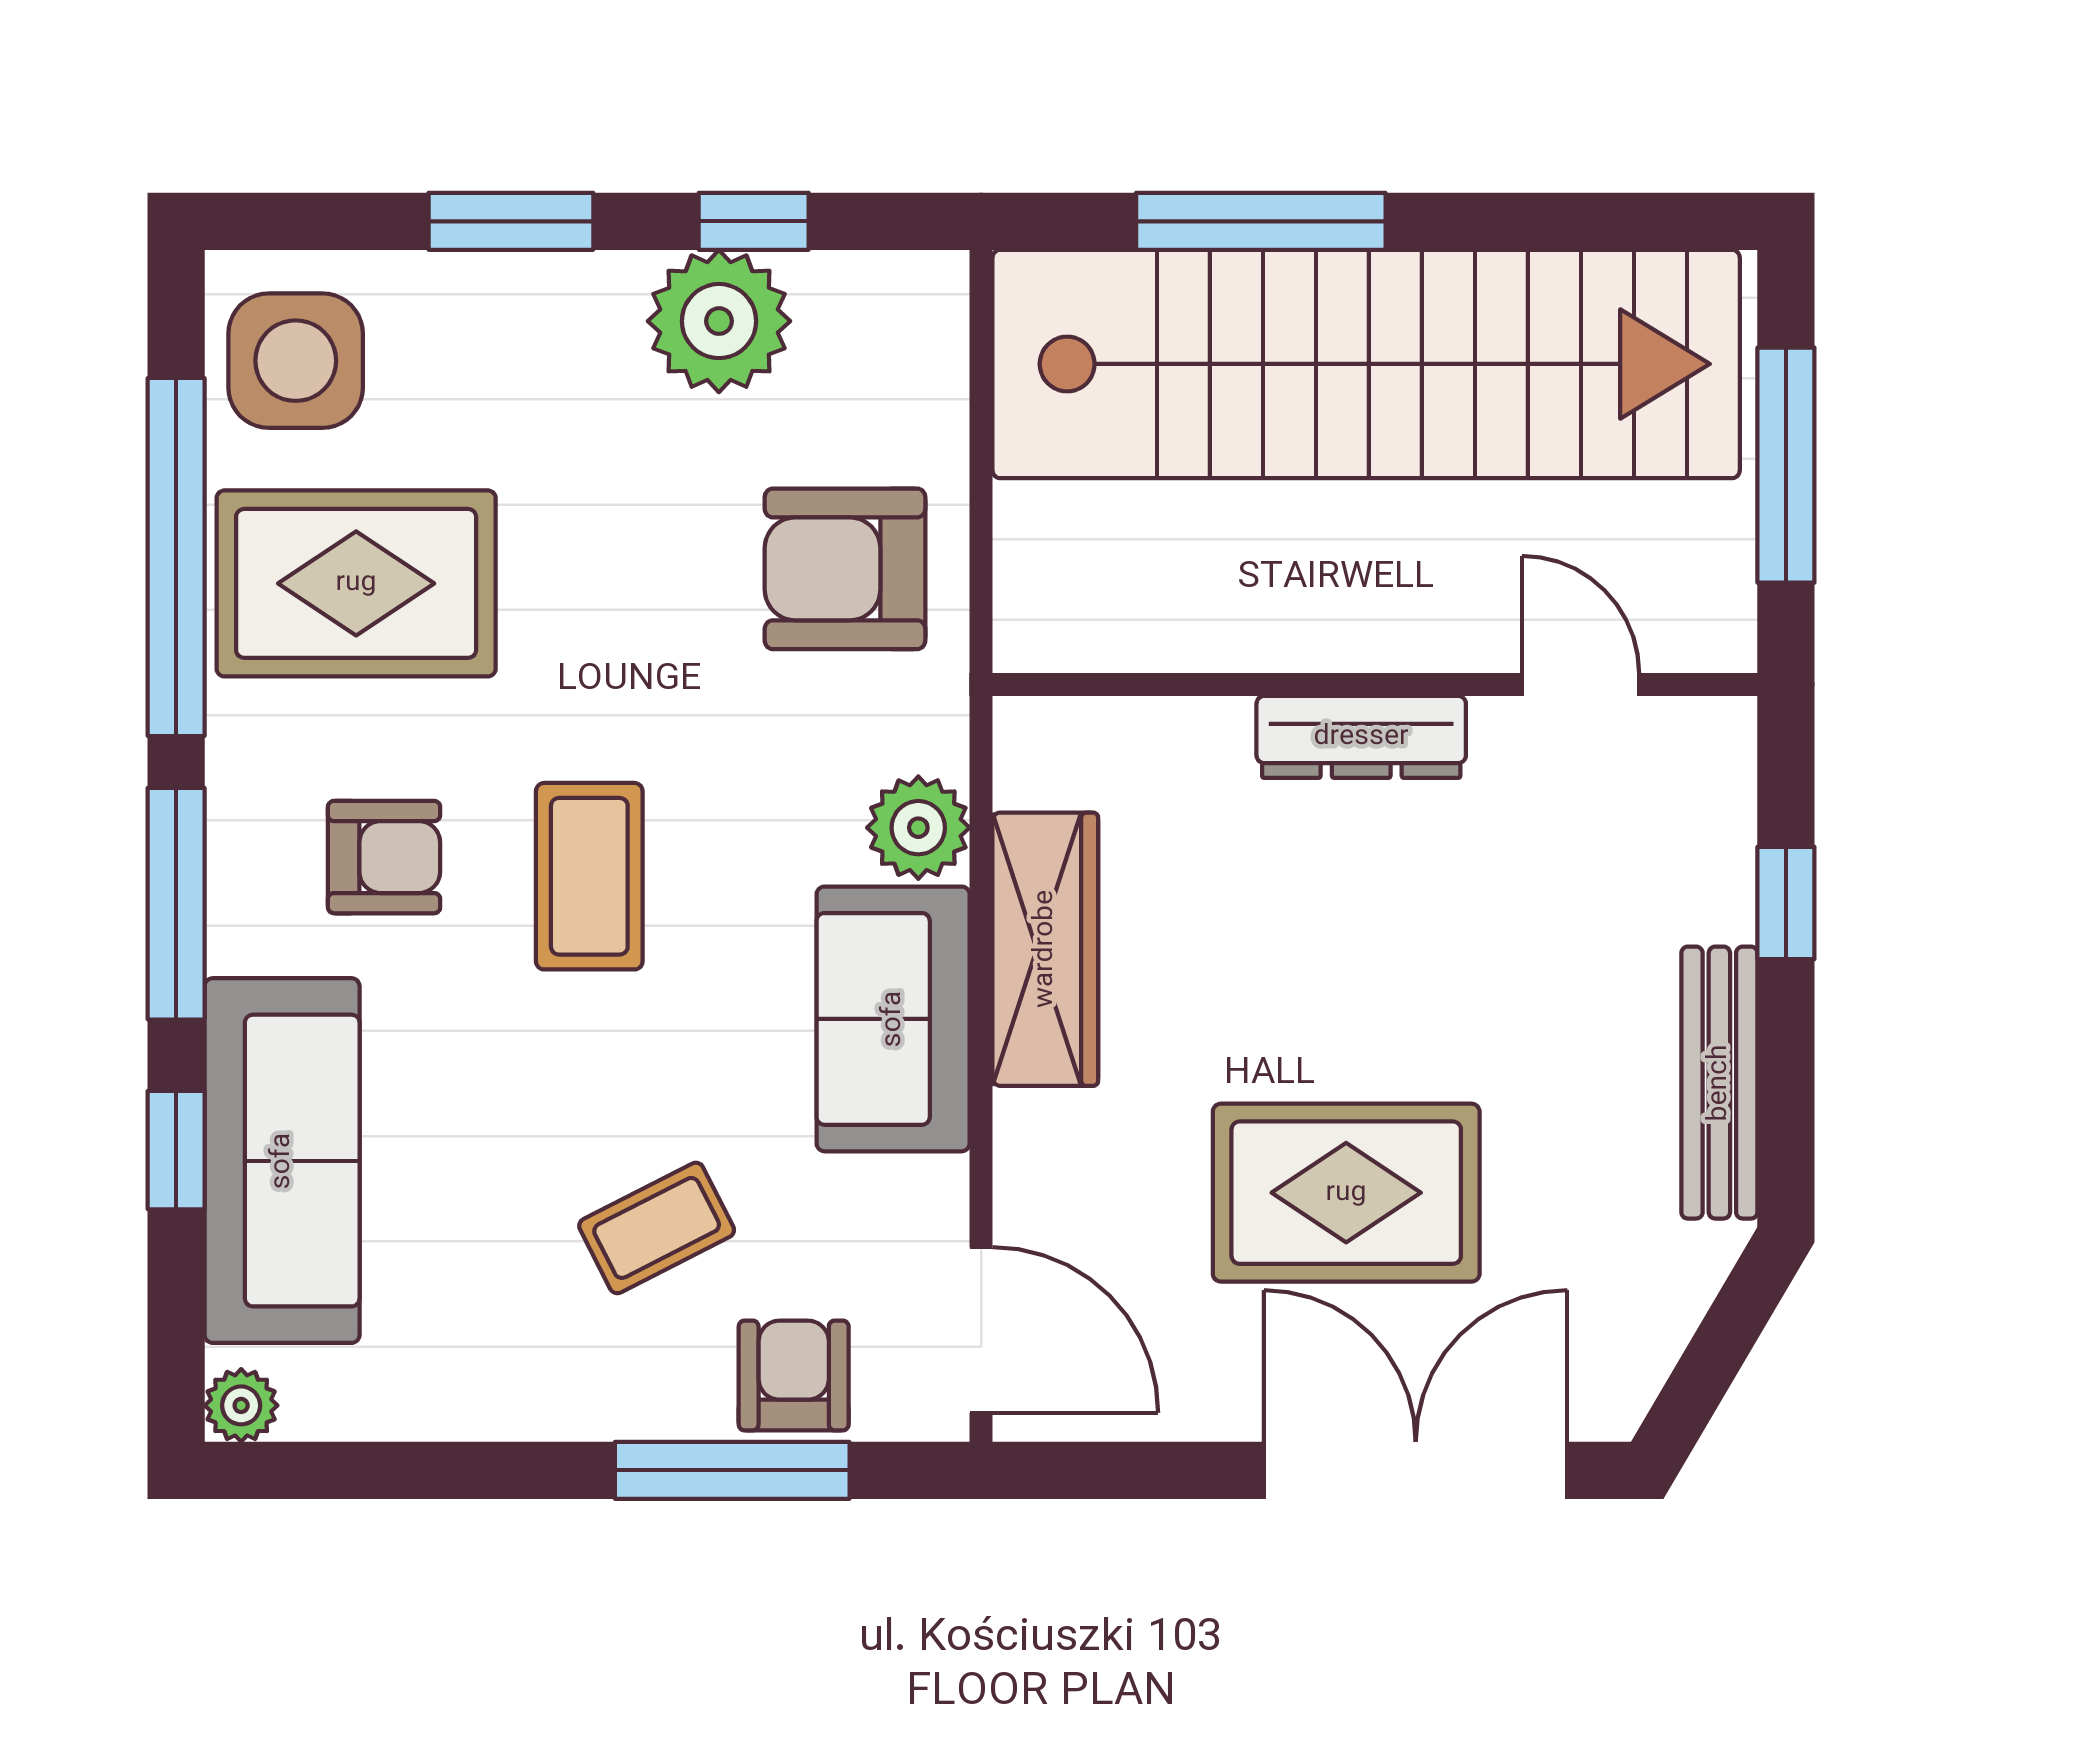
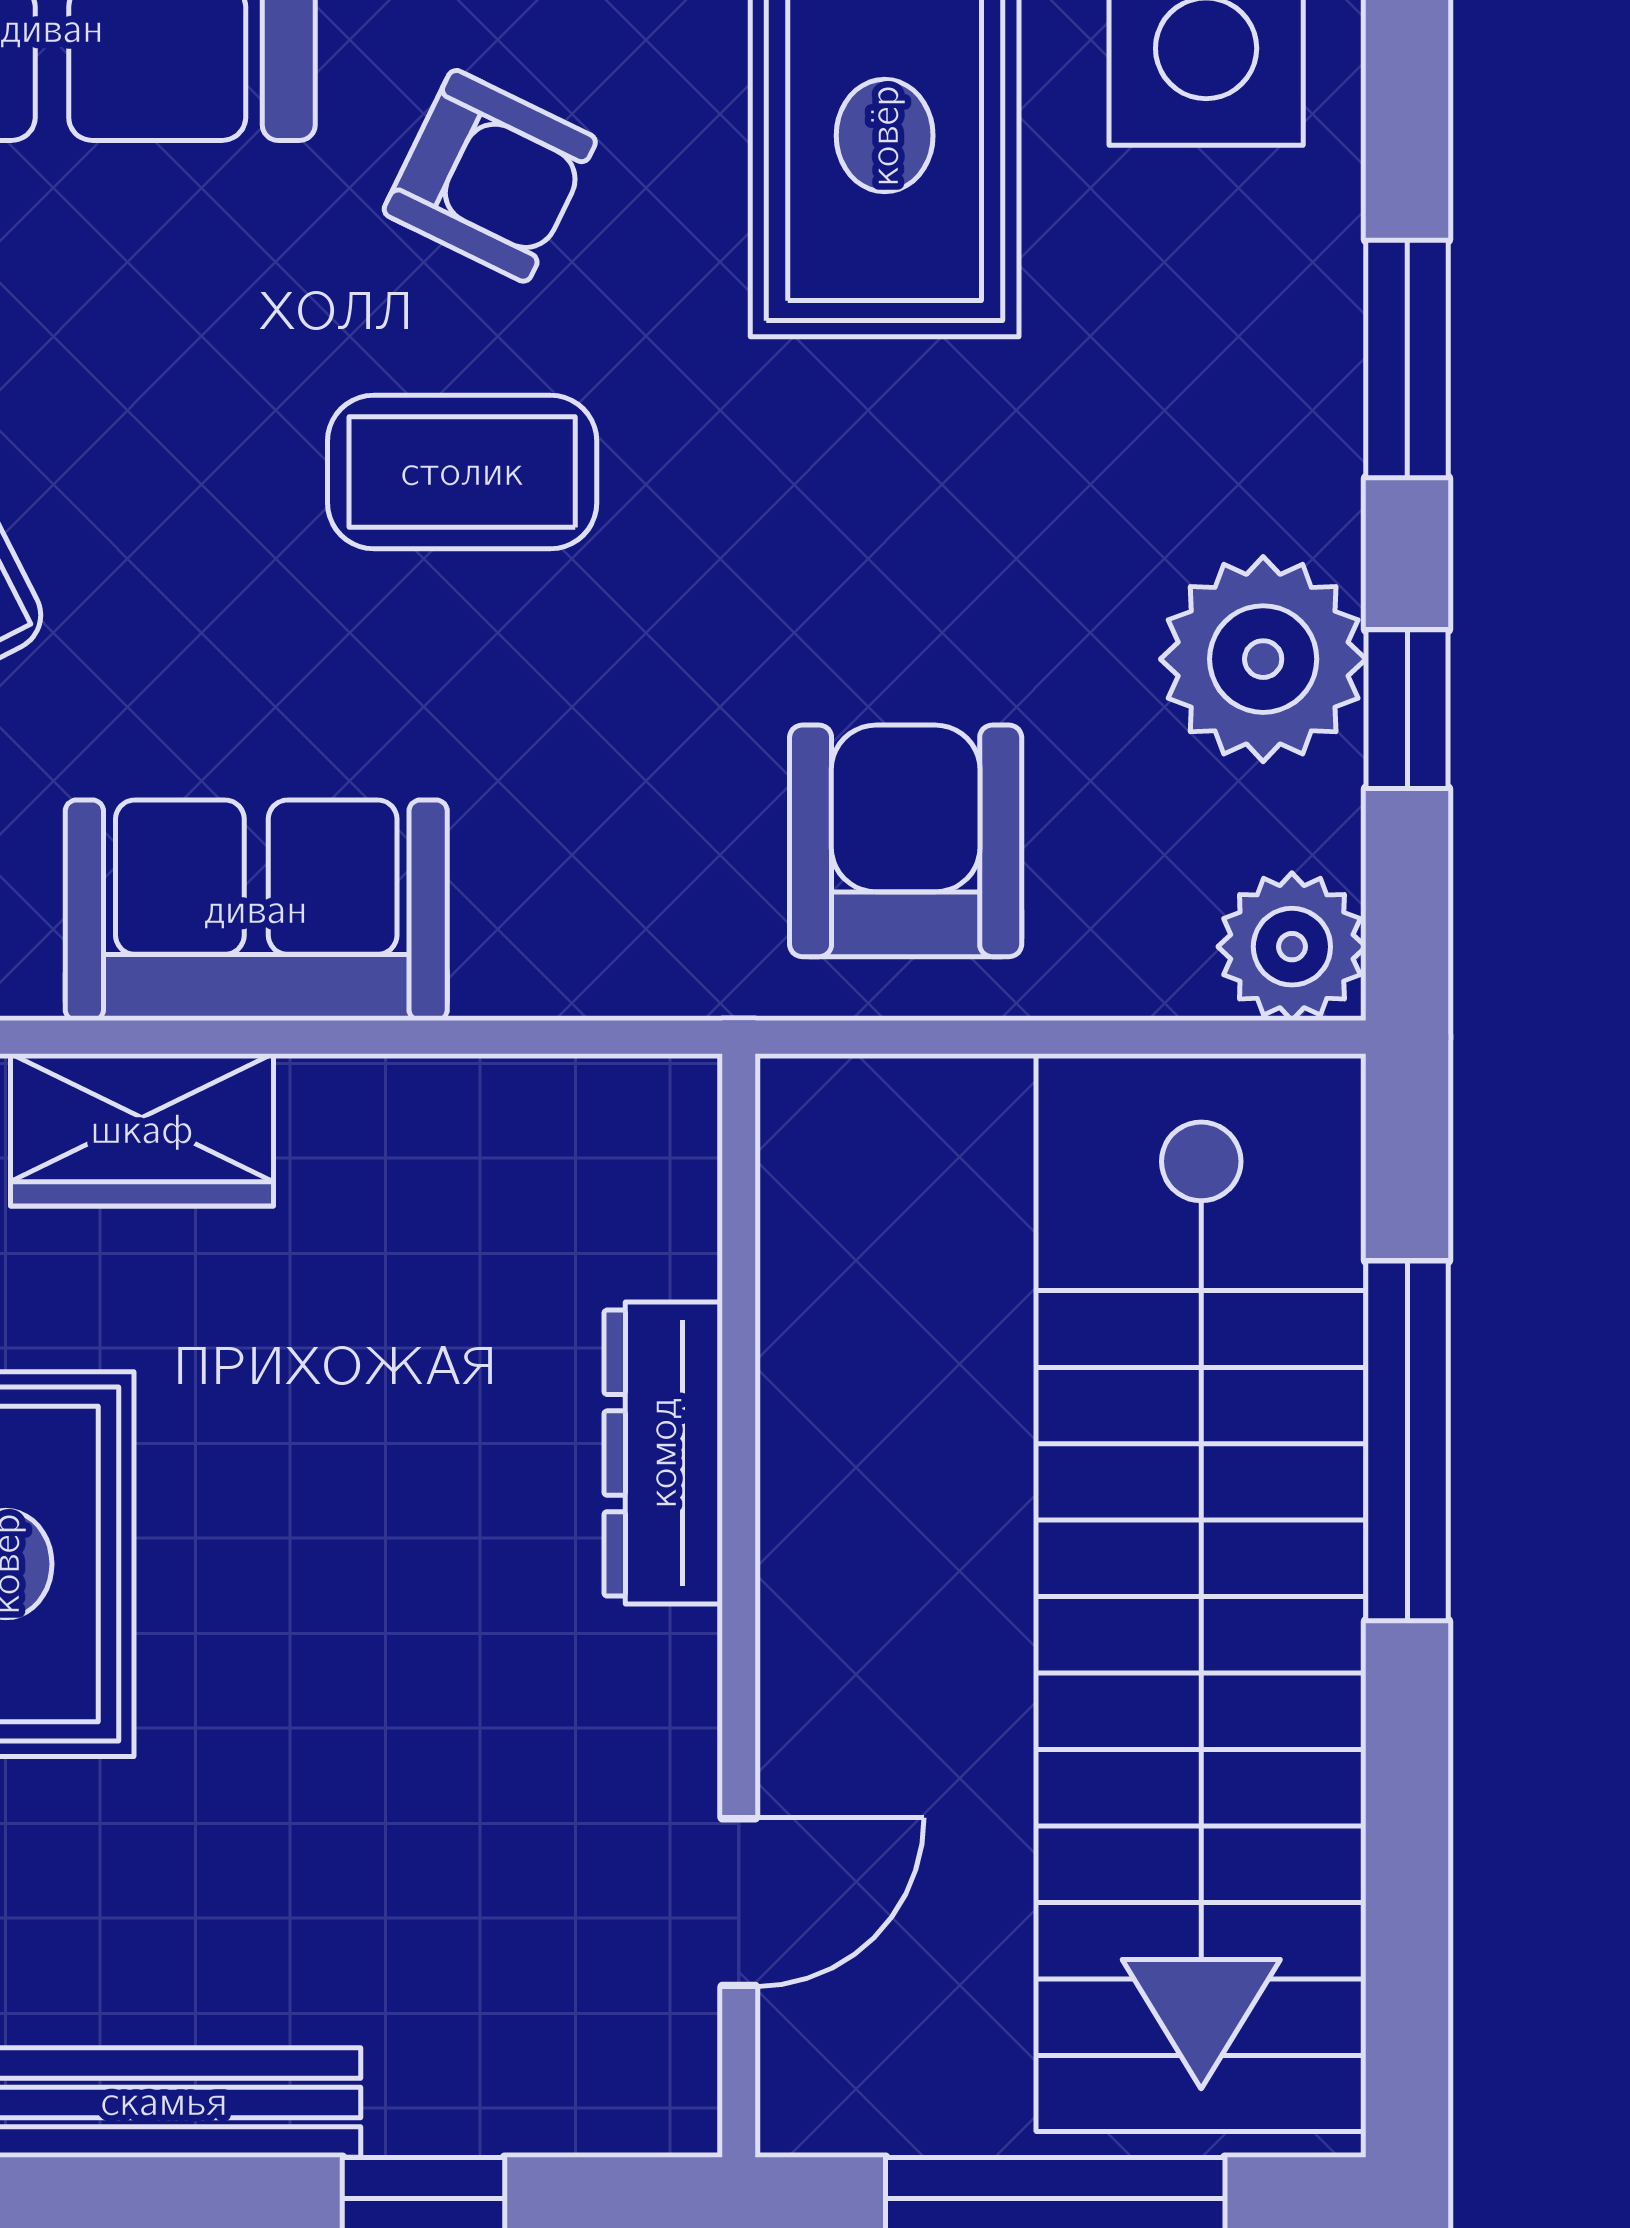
dresser: (1361, 737) -> (663, 1453), moved
plant: (918, 828) -> (1292, 947), moved
armchair: (384, 857) -> (490, 176), turned -64
wardrobe: (1045, 949) -> (142, 1130), moved, width x0.67

